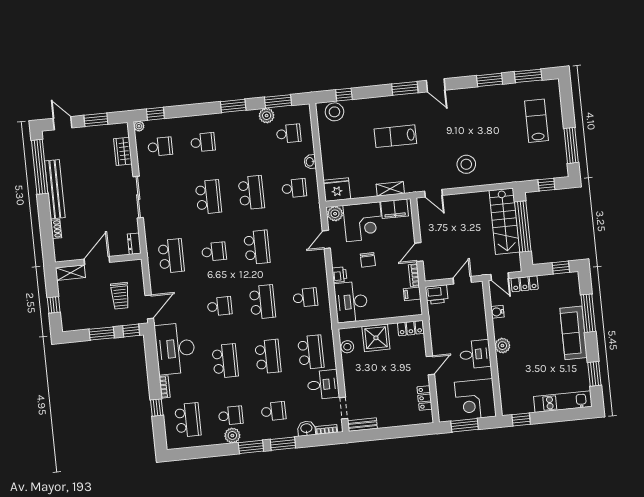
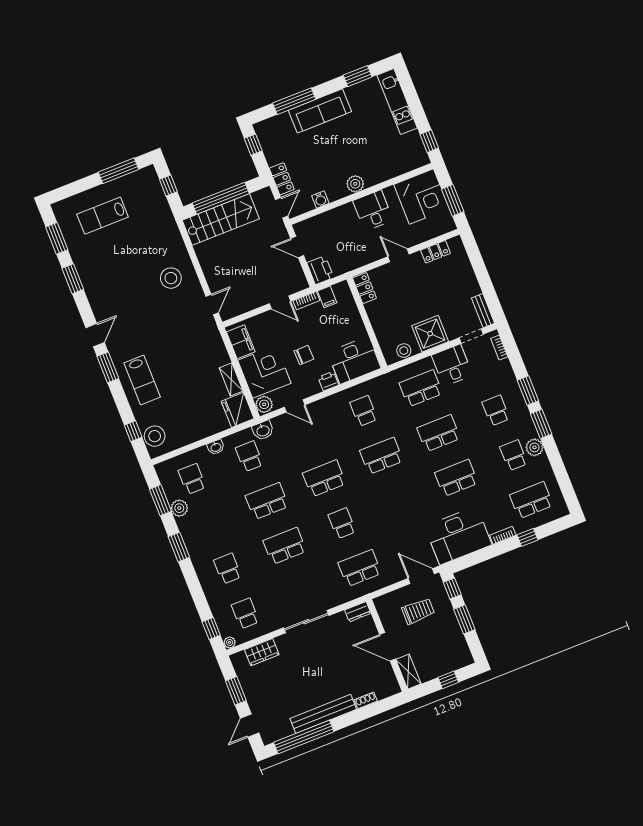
lab bench: (395, 136) -> (142, 380), moved
shelving: (390, 189) -> (231, 379), moved
school desk: (220, 306) -> (399, 501), removed
shower: (376, 338) -> (430, 334), moved
washbasin: (306, 429) -> (263, 430), moved, turned -90

